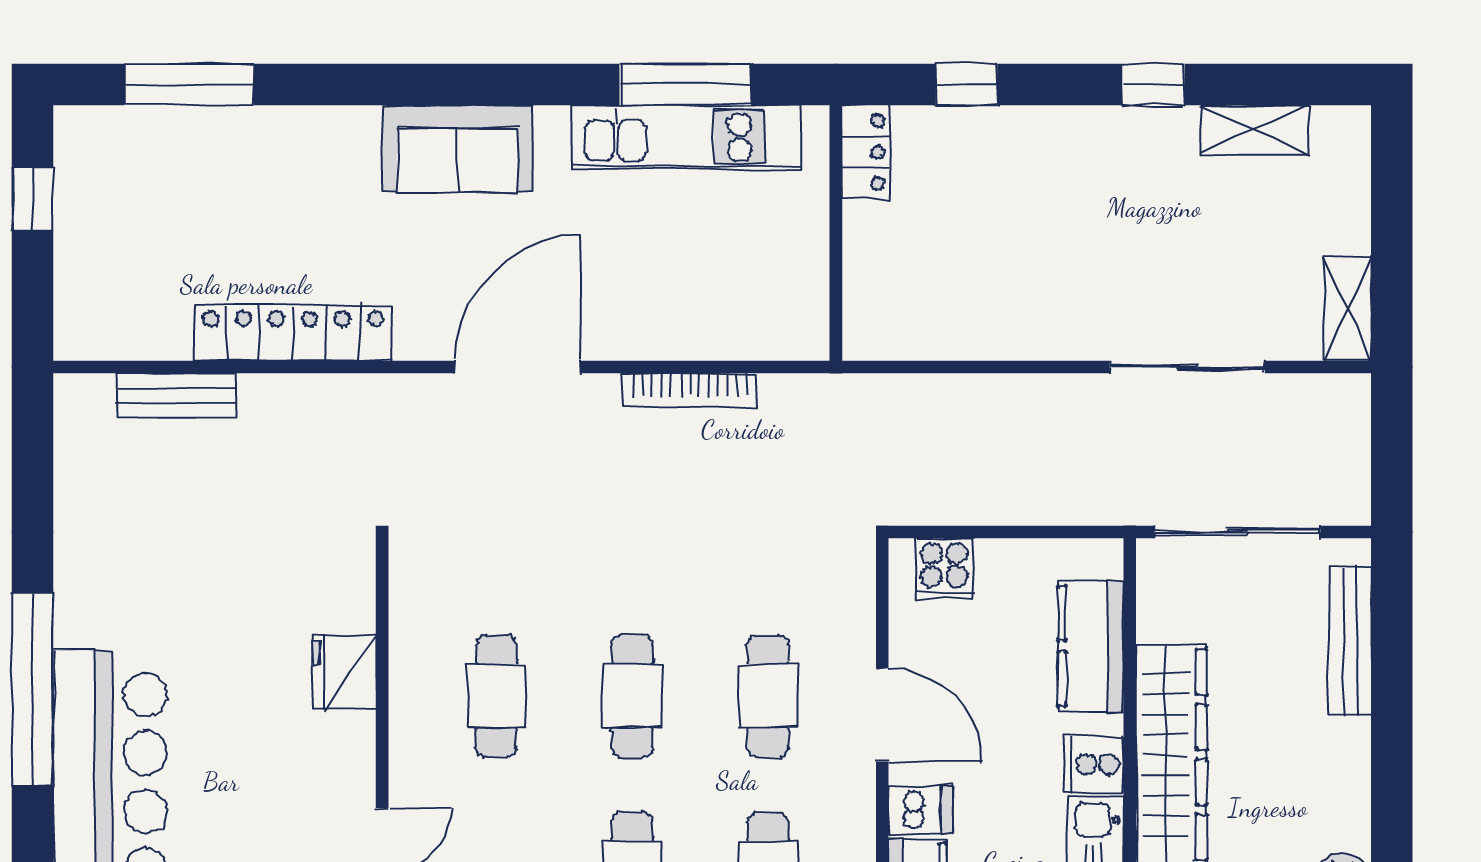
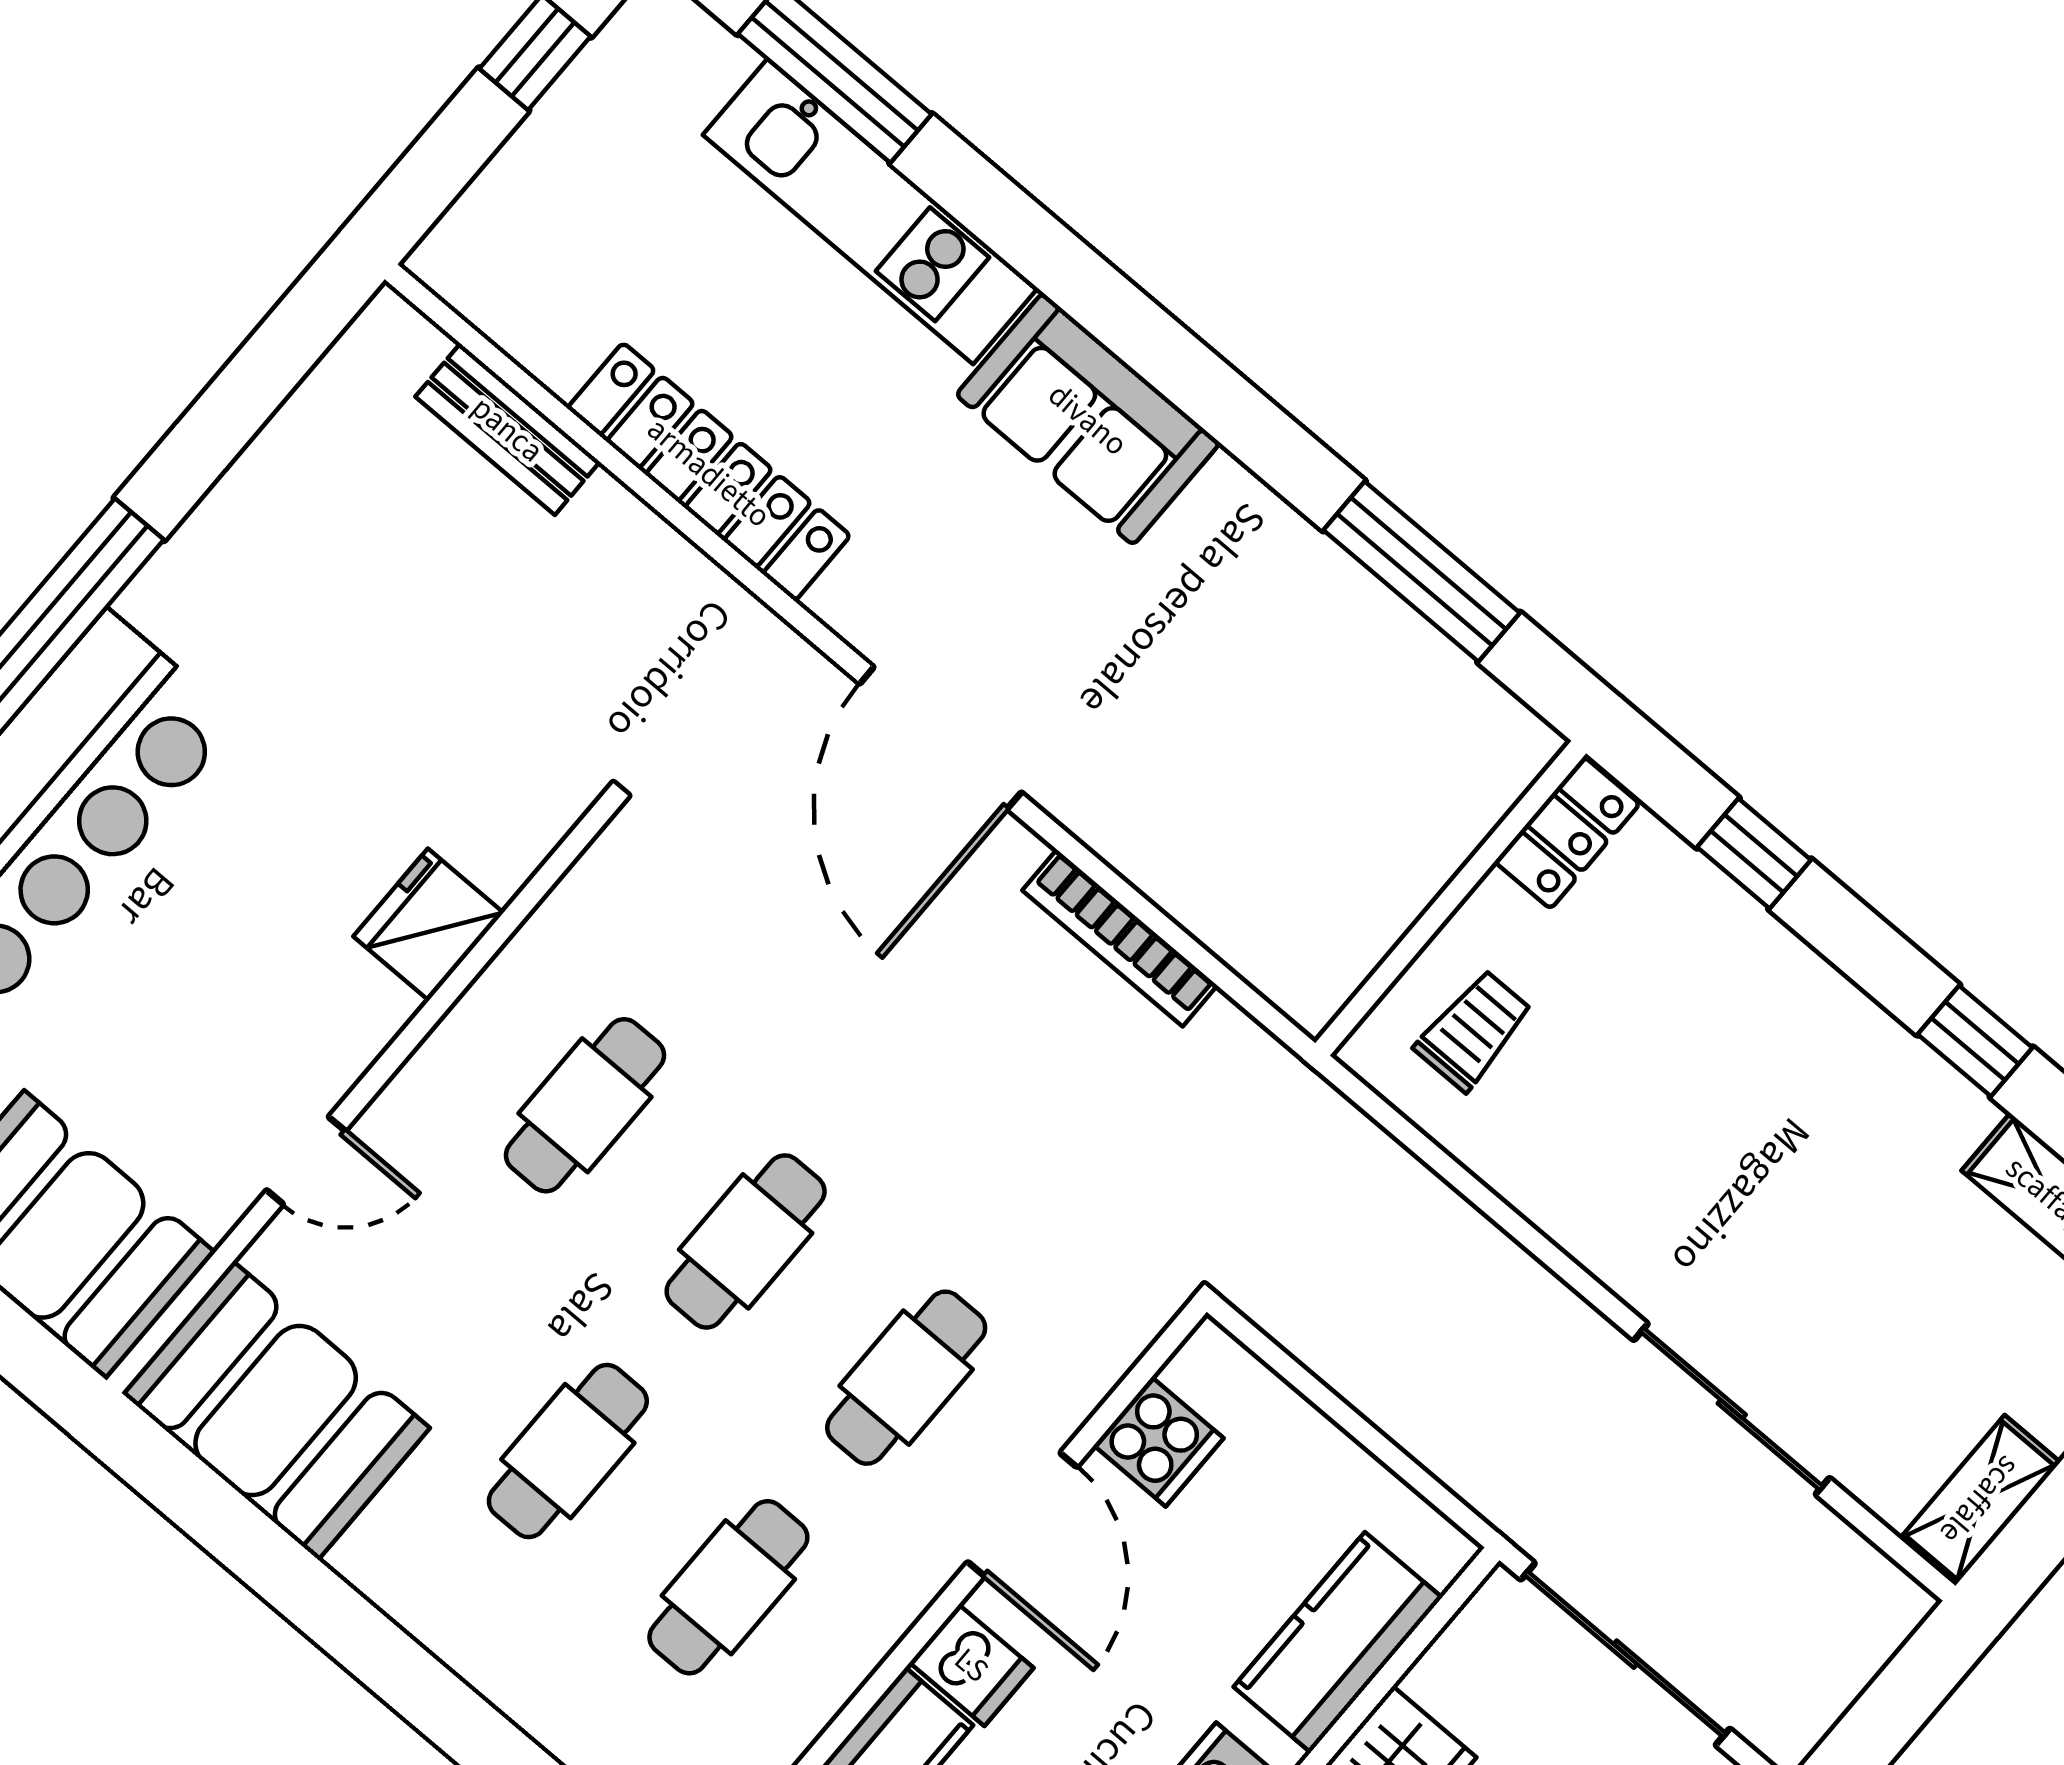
kitchen unit: (687, 137) -> (870, 211), moved
trolley: (902, 288) -> (1474, 1030), added
door: (518, 367) -> (941, 738), swing flipped
cooker: (944, 569) -> (1159, 1442), moved, turned -90

